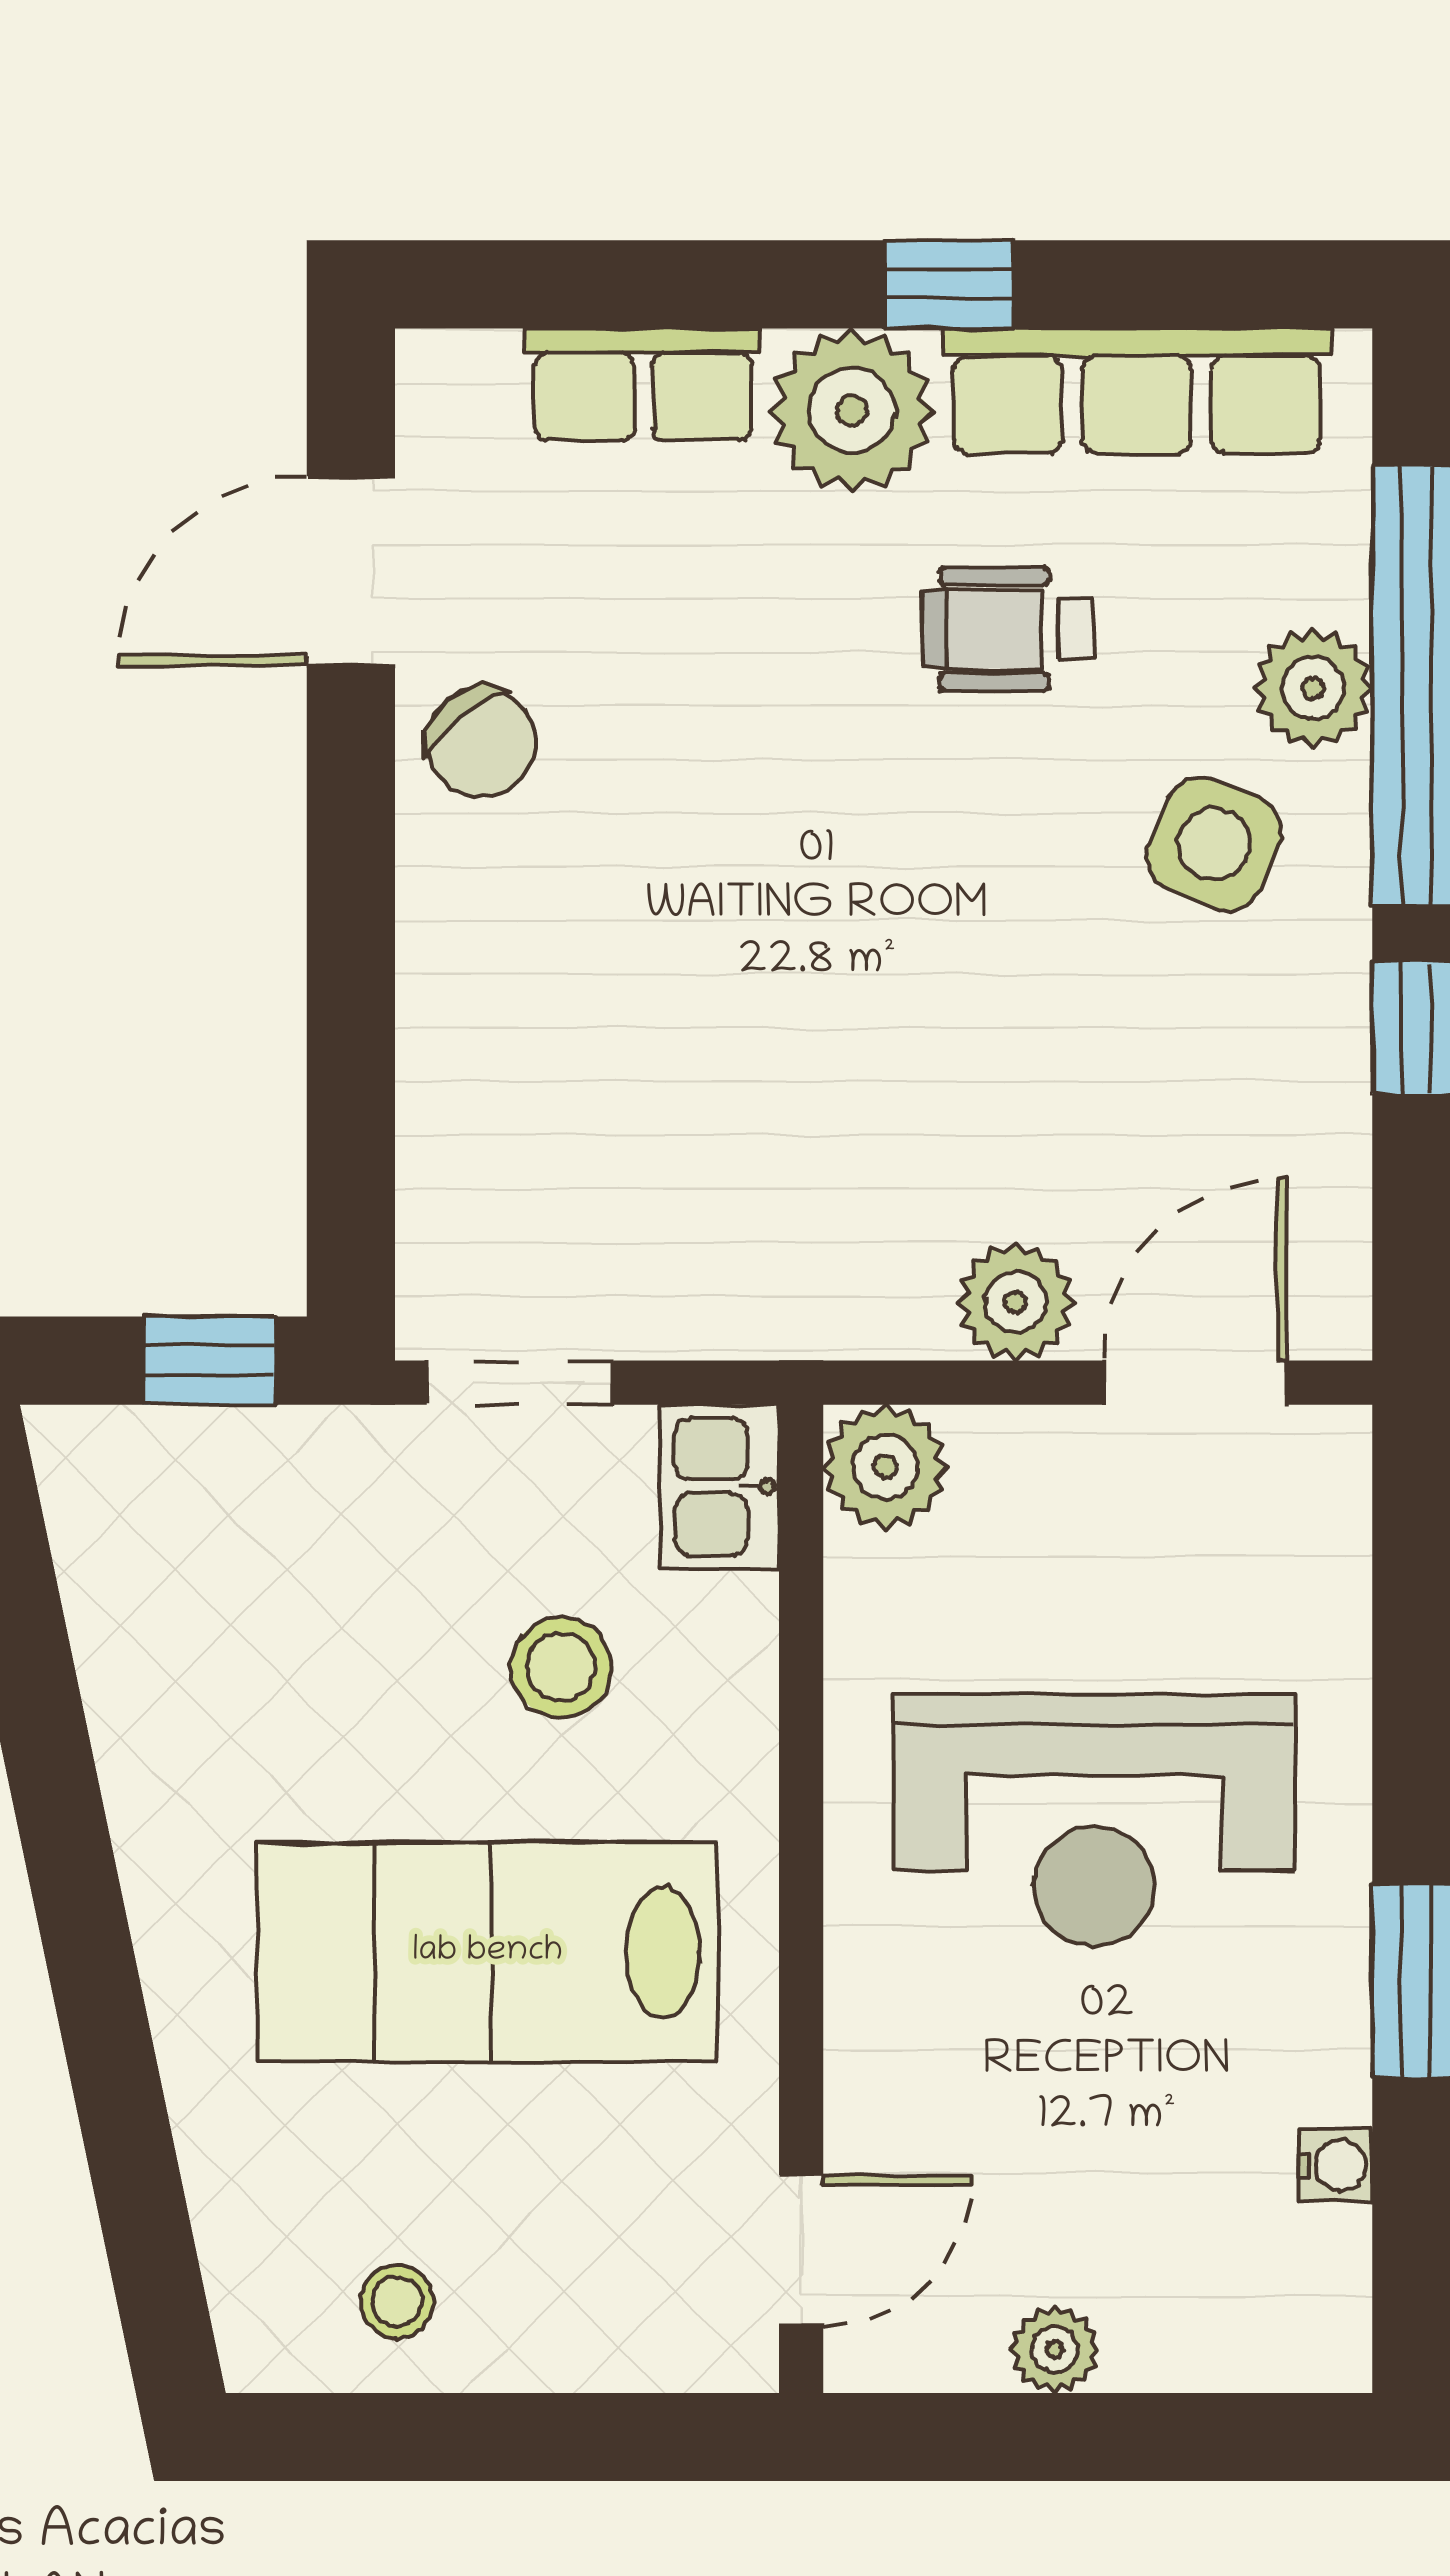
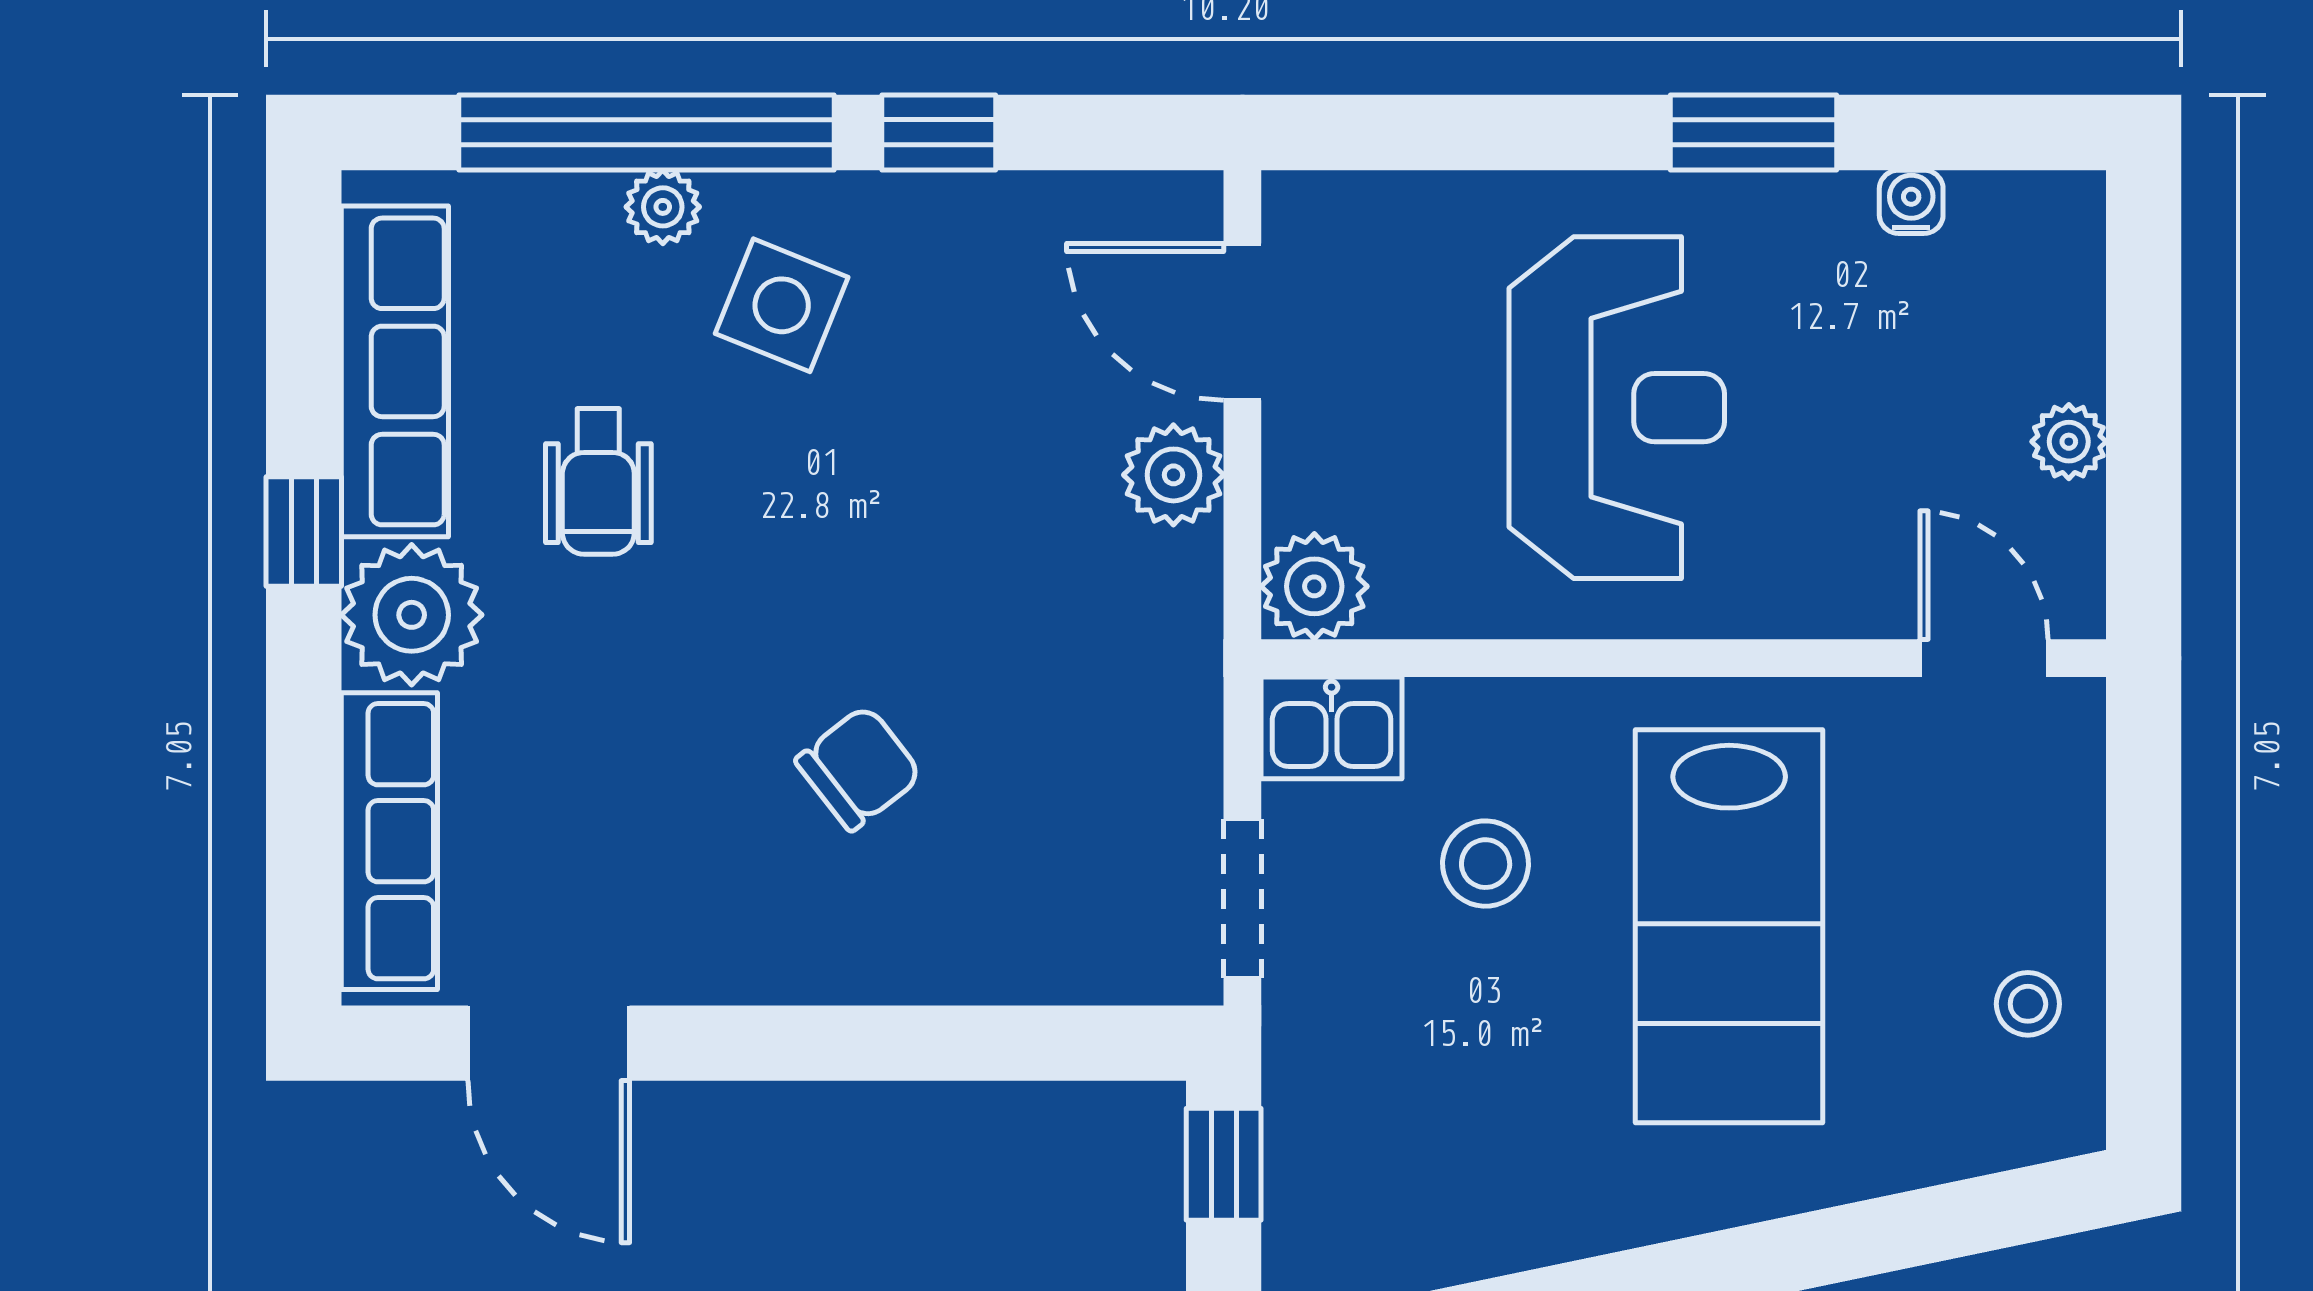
row of seats: (643, 384) -> (389, 841), width x1.48
plant: (1313, 688) -> (663, 207), width x0.73, depth x0.73
chair: (482, 742) -> (859, 768), moved

